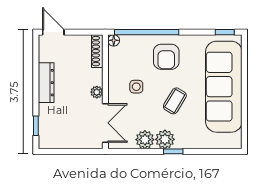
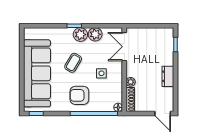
armchair: (166, 57) -> (79, 95), turned -90
dresser: (46, 83) -> (168, 76), width x0.70
plant: (97, 92) -> (131, 82), moved

